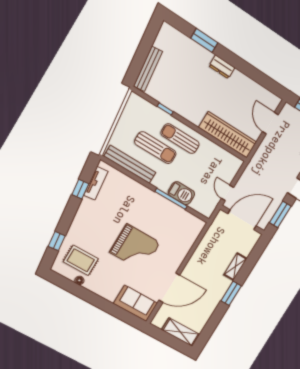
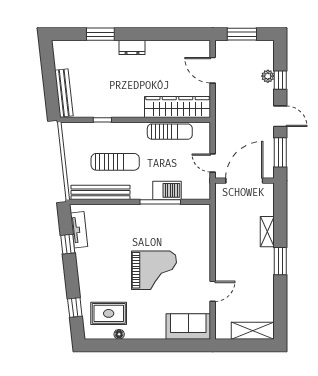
sun lounger: (180, 139) -> (170, 132), moved, turned 180
door: (169, 288) -> (213, 291), width x0.53

